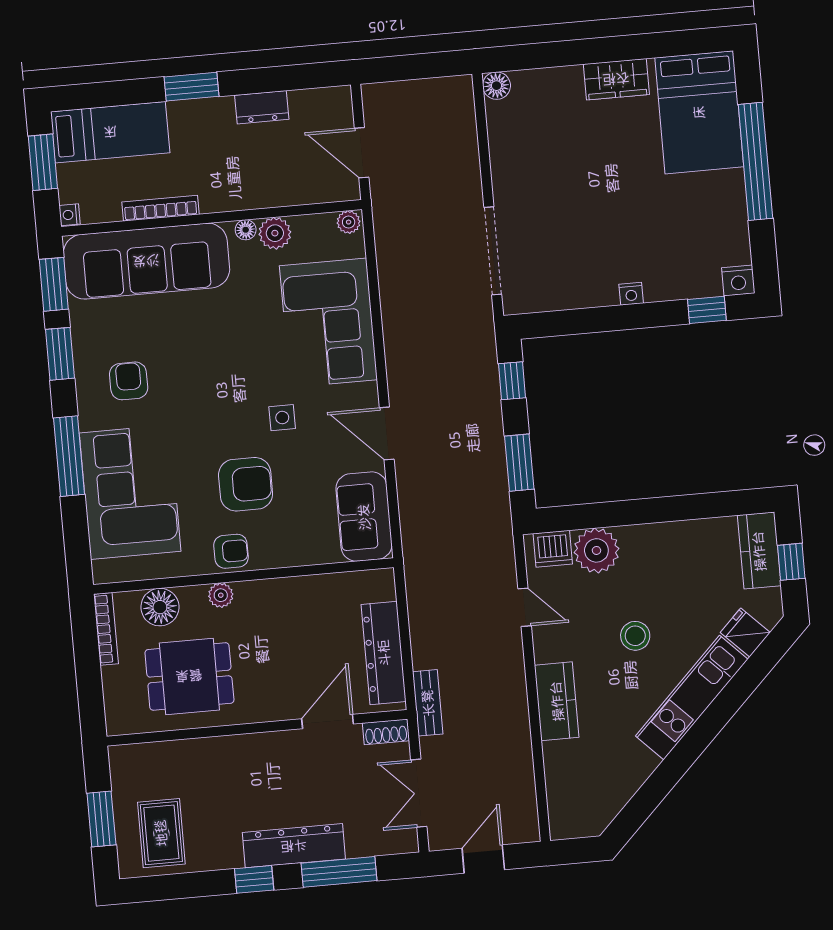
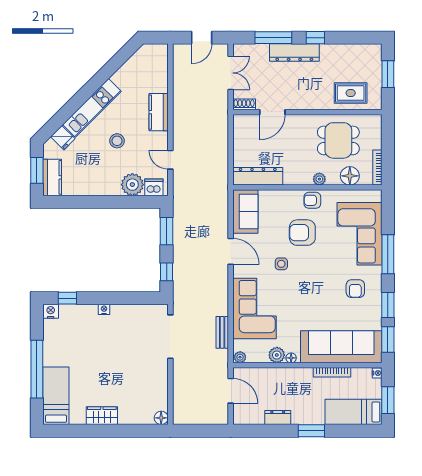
bed: (699, 112) -> (56, 396), width x0.67
window: (791, 562) -> (37, 170), width x1.50
dresser: (384, 653) -> (258, 176), moved, turned -90
bench: (428, 703) -> (222, 332), moved
rug: (161, 833) -> (351, 93), moved, turned 90

